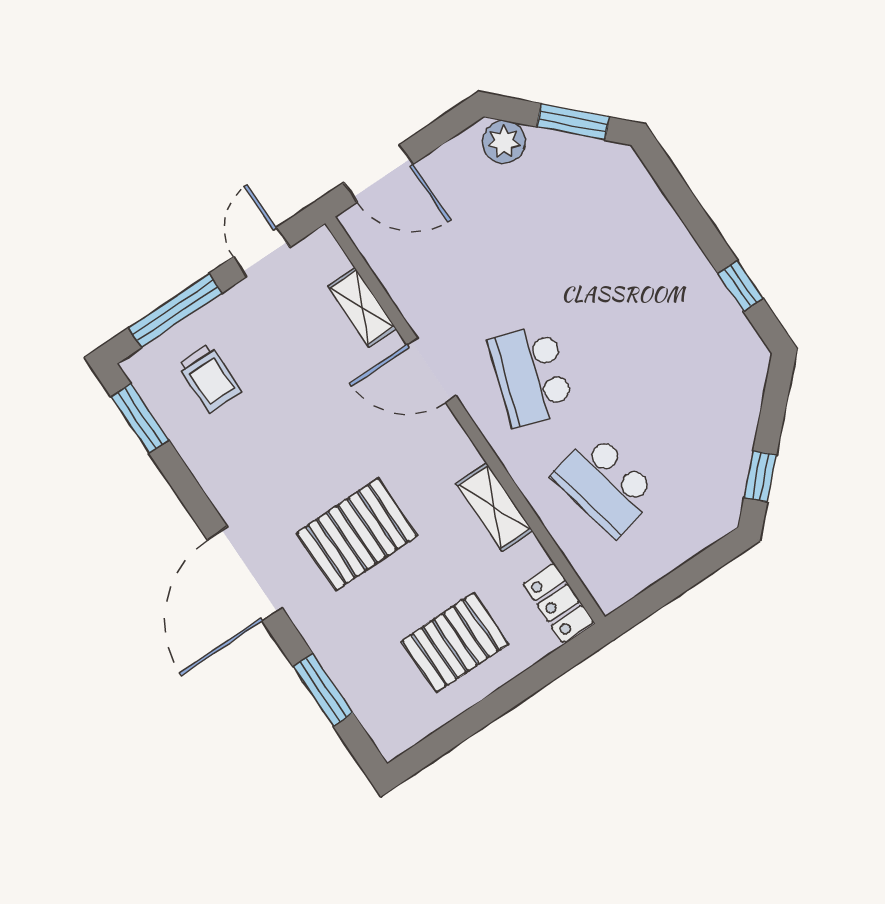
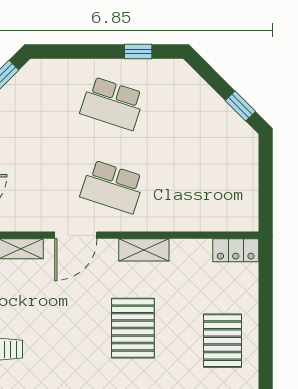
school desk: (605, 485) -> (112, 103), moved, turned 30
shelving: (494, 507) -> (144, 250), moved
pallet: (455, 642) -> (223, 341), moved

